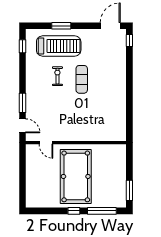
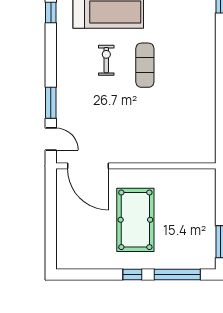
door: (46, 143) -> (88, 166), width x1.87
pool table: (76, 176) -> (135, 220), width x0.73, depth x0.76

